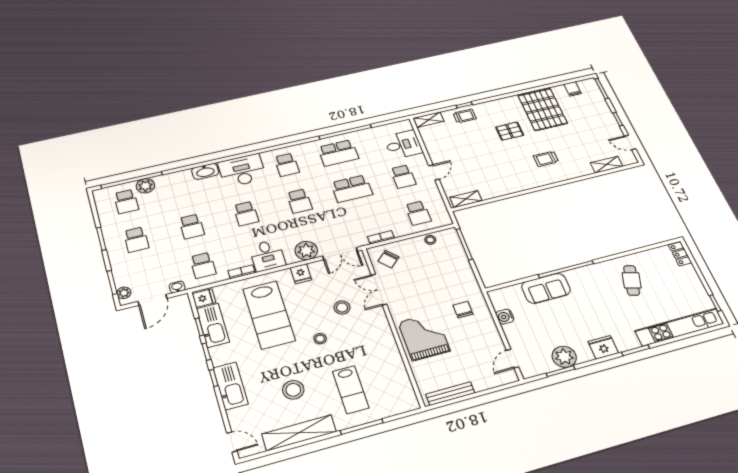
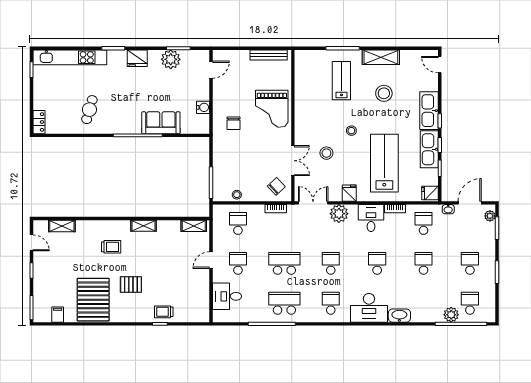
shelving: (429, 120) -> (143, 226), moved
kitchen sink: (213, 325) -> (429, 149), moved
shelving: (299, 433) -> (381, 57), width x0.68

